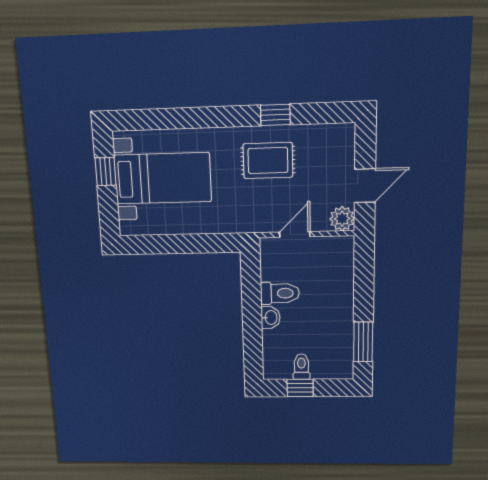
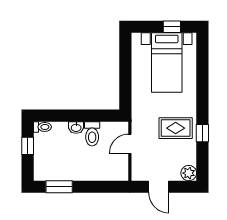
rug: (268, 160) -> (176, 128), turned 90
plant: (342, 219) -> (189, 173), moved
door: (295, 234) -> (130, 144), swing flipped
toilet: (301, 367) -> (42, 127), moved

